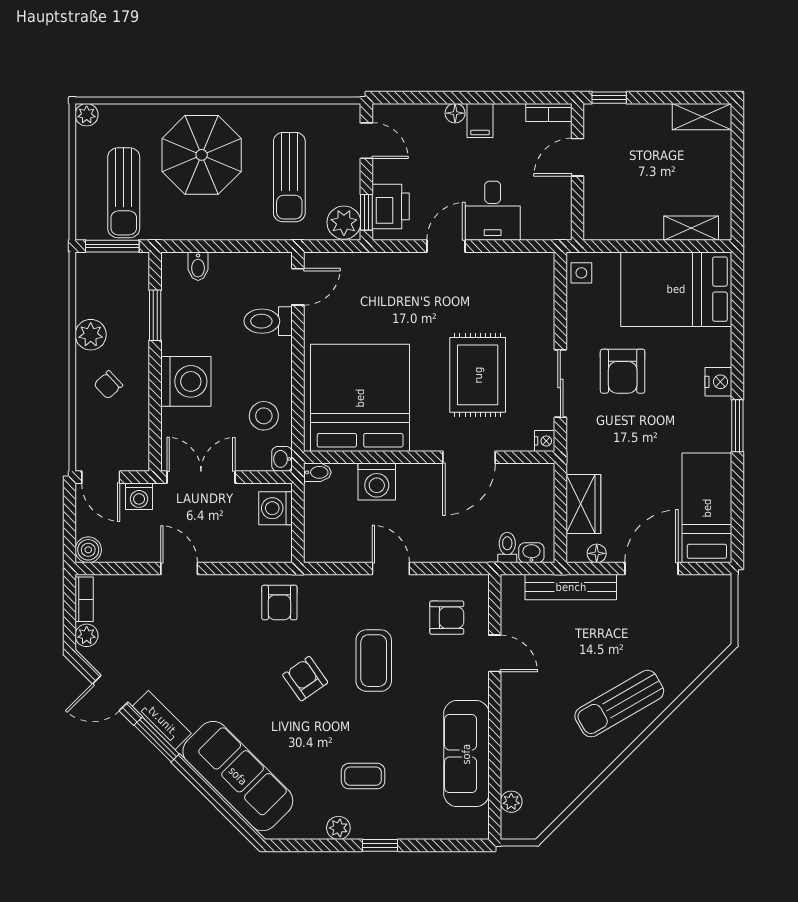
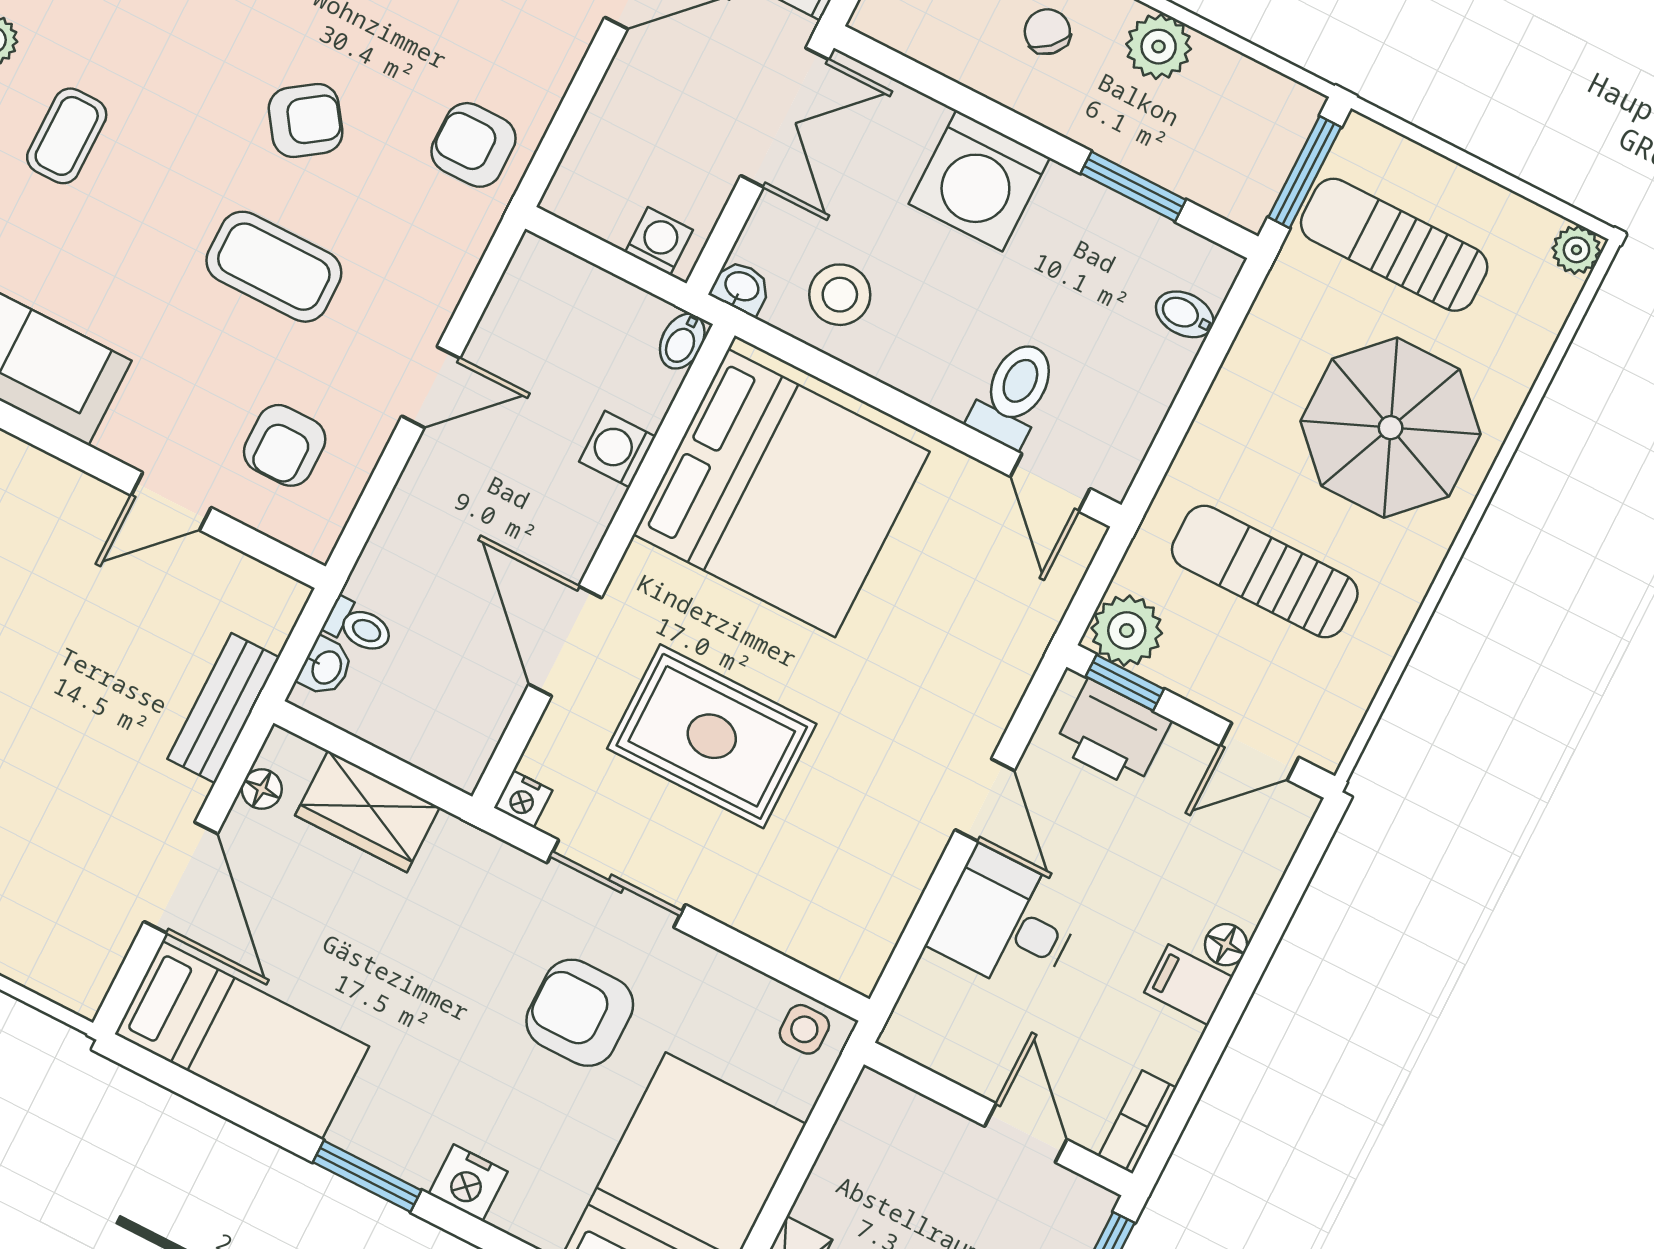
washing machine: (377, 482) -> (617, 449), width x0.73, depth x0.73
washing machine: (276, 508) -> (659, 241), width x0.73, depth x0.73
bench: (571, 587) -> (223, 708), width x0.73

